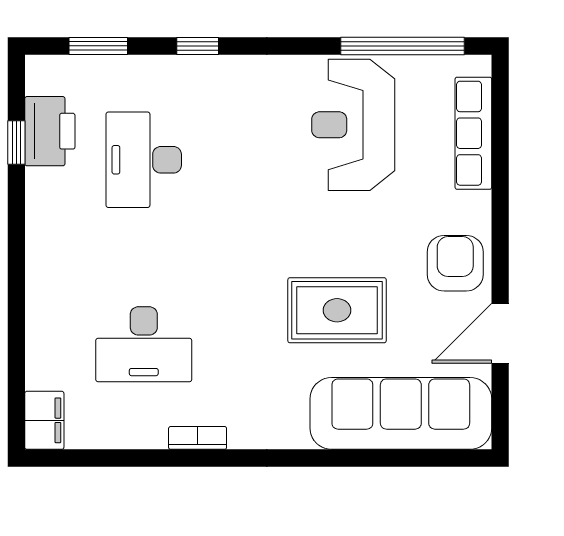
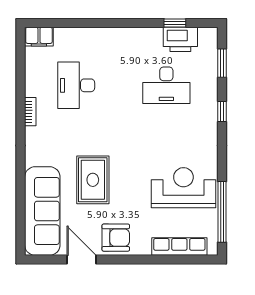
desk: (144, 160) -> (166, 85), turned 180

